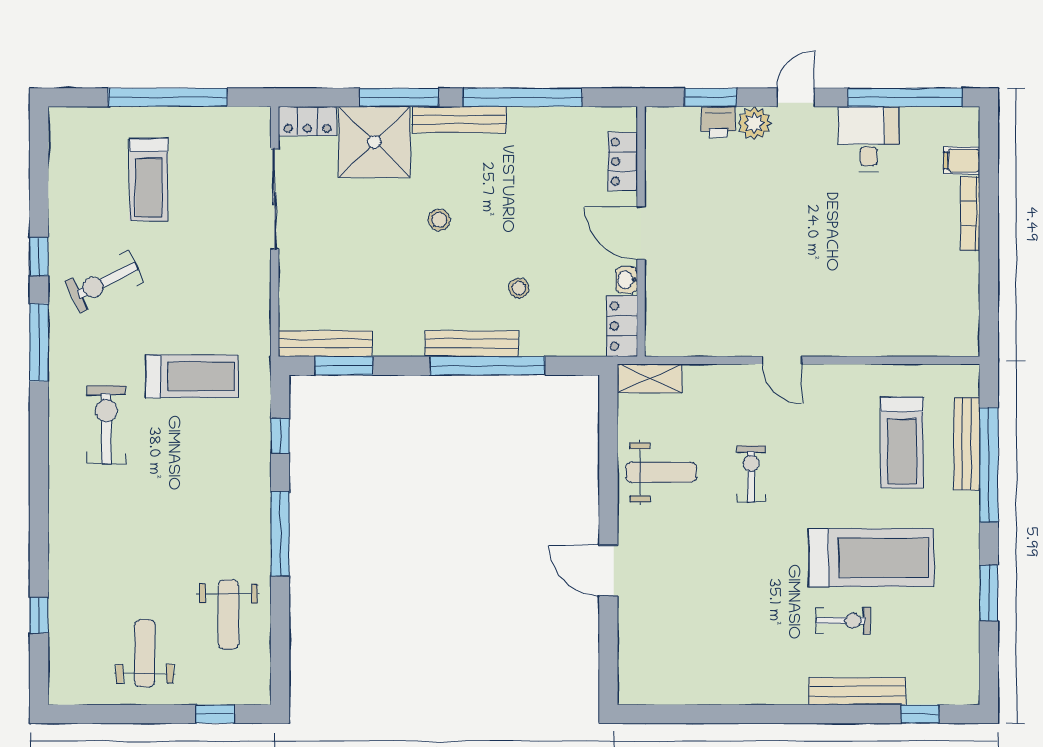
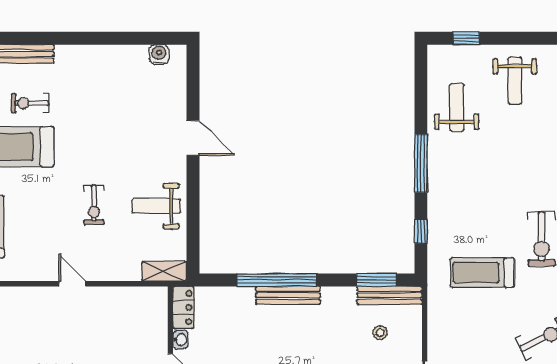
stool: (519, 288) -> (380, 333), moved
water cooler: (657, 691) -> (159, 54), added

